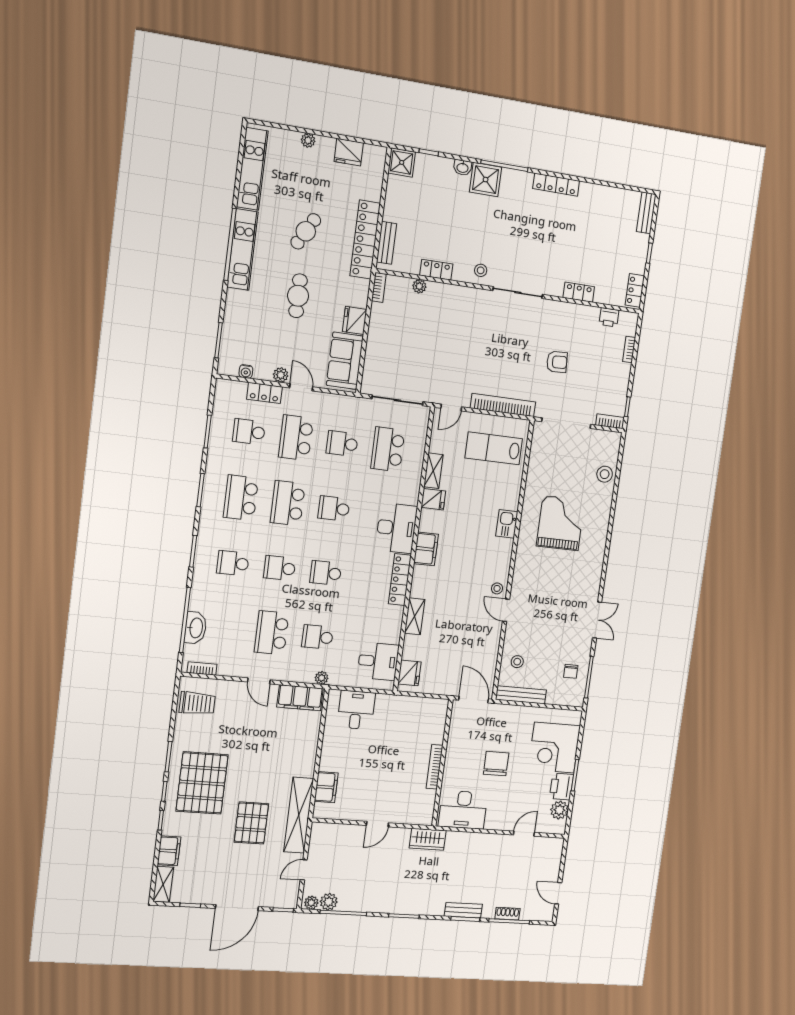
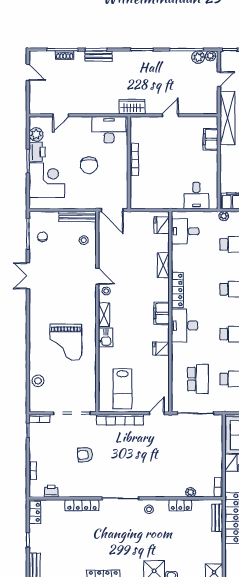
locker: (579, 292) -> (82, 505), width x1.53
lab bench: (494, 448) -> (122, 389), turned 90
shelving: (433, 471) -> (104, 315), moved

